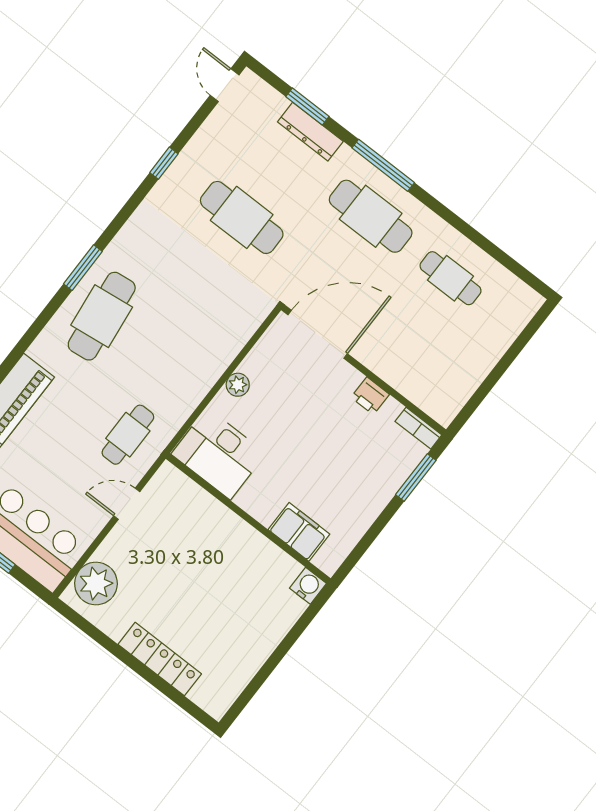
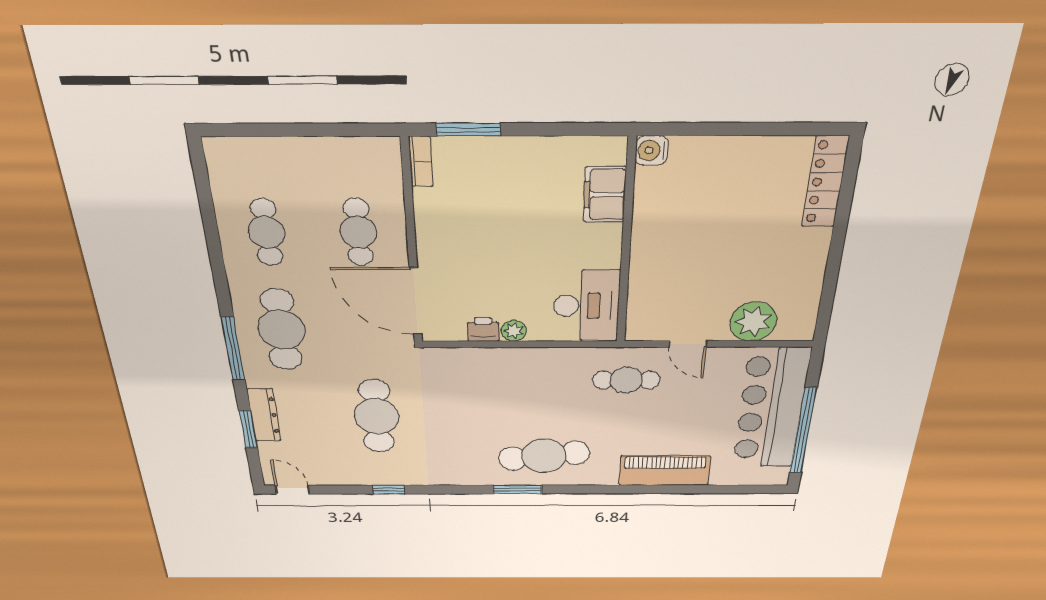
door: (225, 85) -> (292, 490), swing flipped
cafe table: (401, 341) -> (358, 232), added
printer: (370, 396) -> (483, 329), moved, turned -90
plant: (96, 583) -> (753, 322), moved
locker: (160, 659) -> (825, 182), moved

